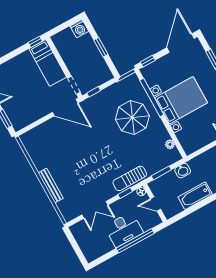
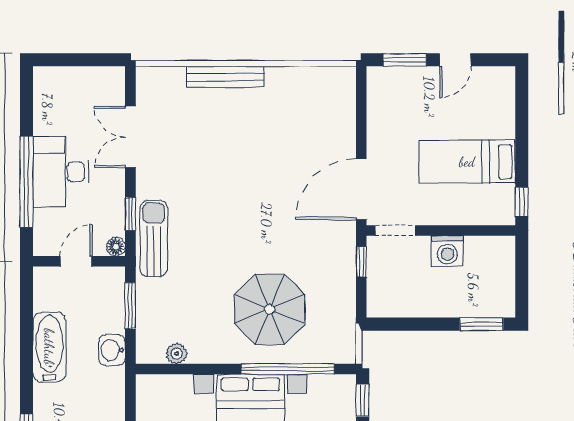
washing machine: (79, 29) -> (447, 251), moved, turned -90
window: (101, 47) -> (482, 324), moved
bed: (48, 63) -> (467, 162), moved

